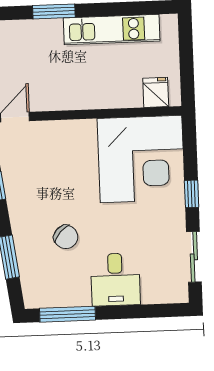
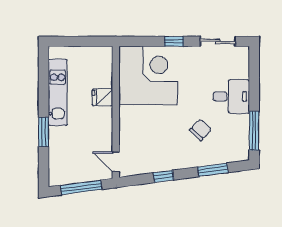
fridge: (156, 92) -> (102, 97), moved

